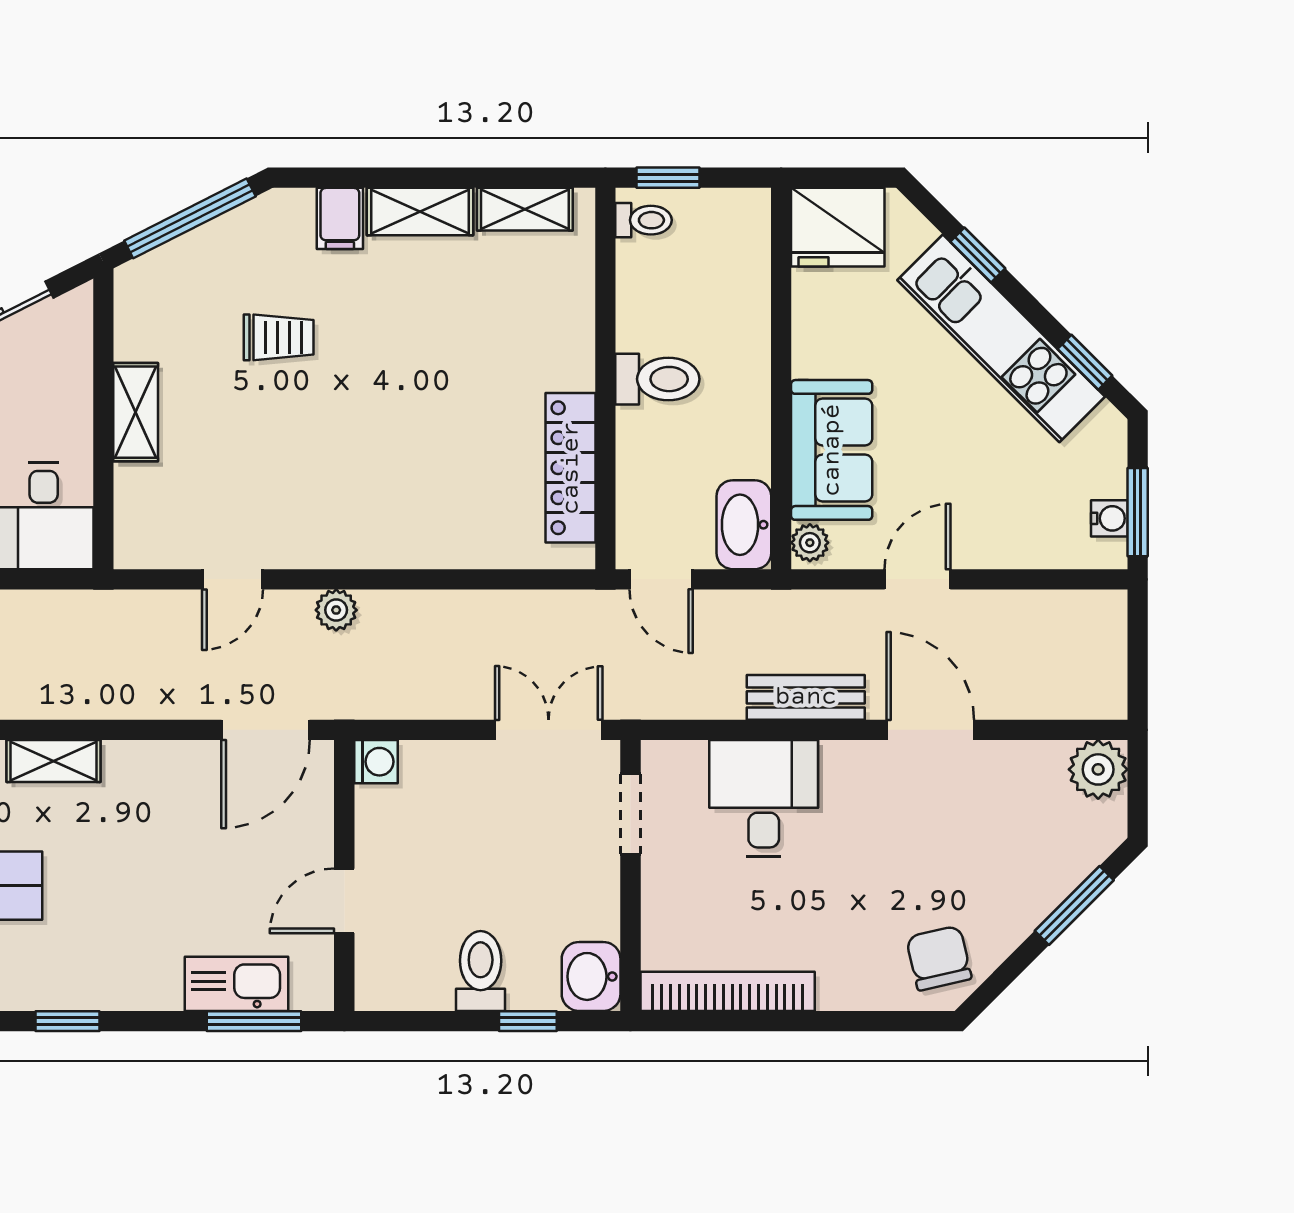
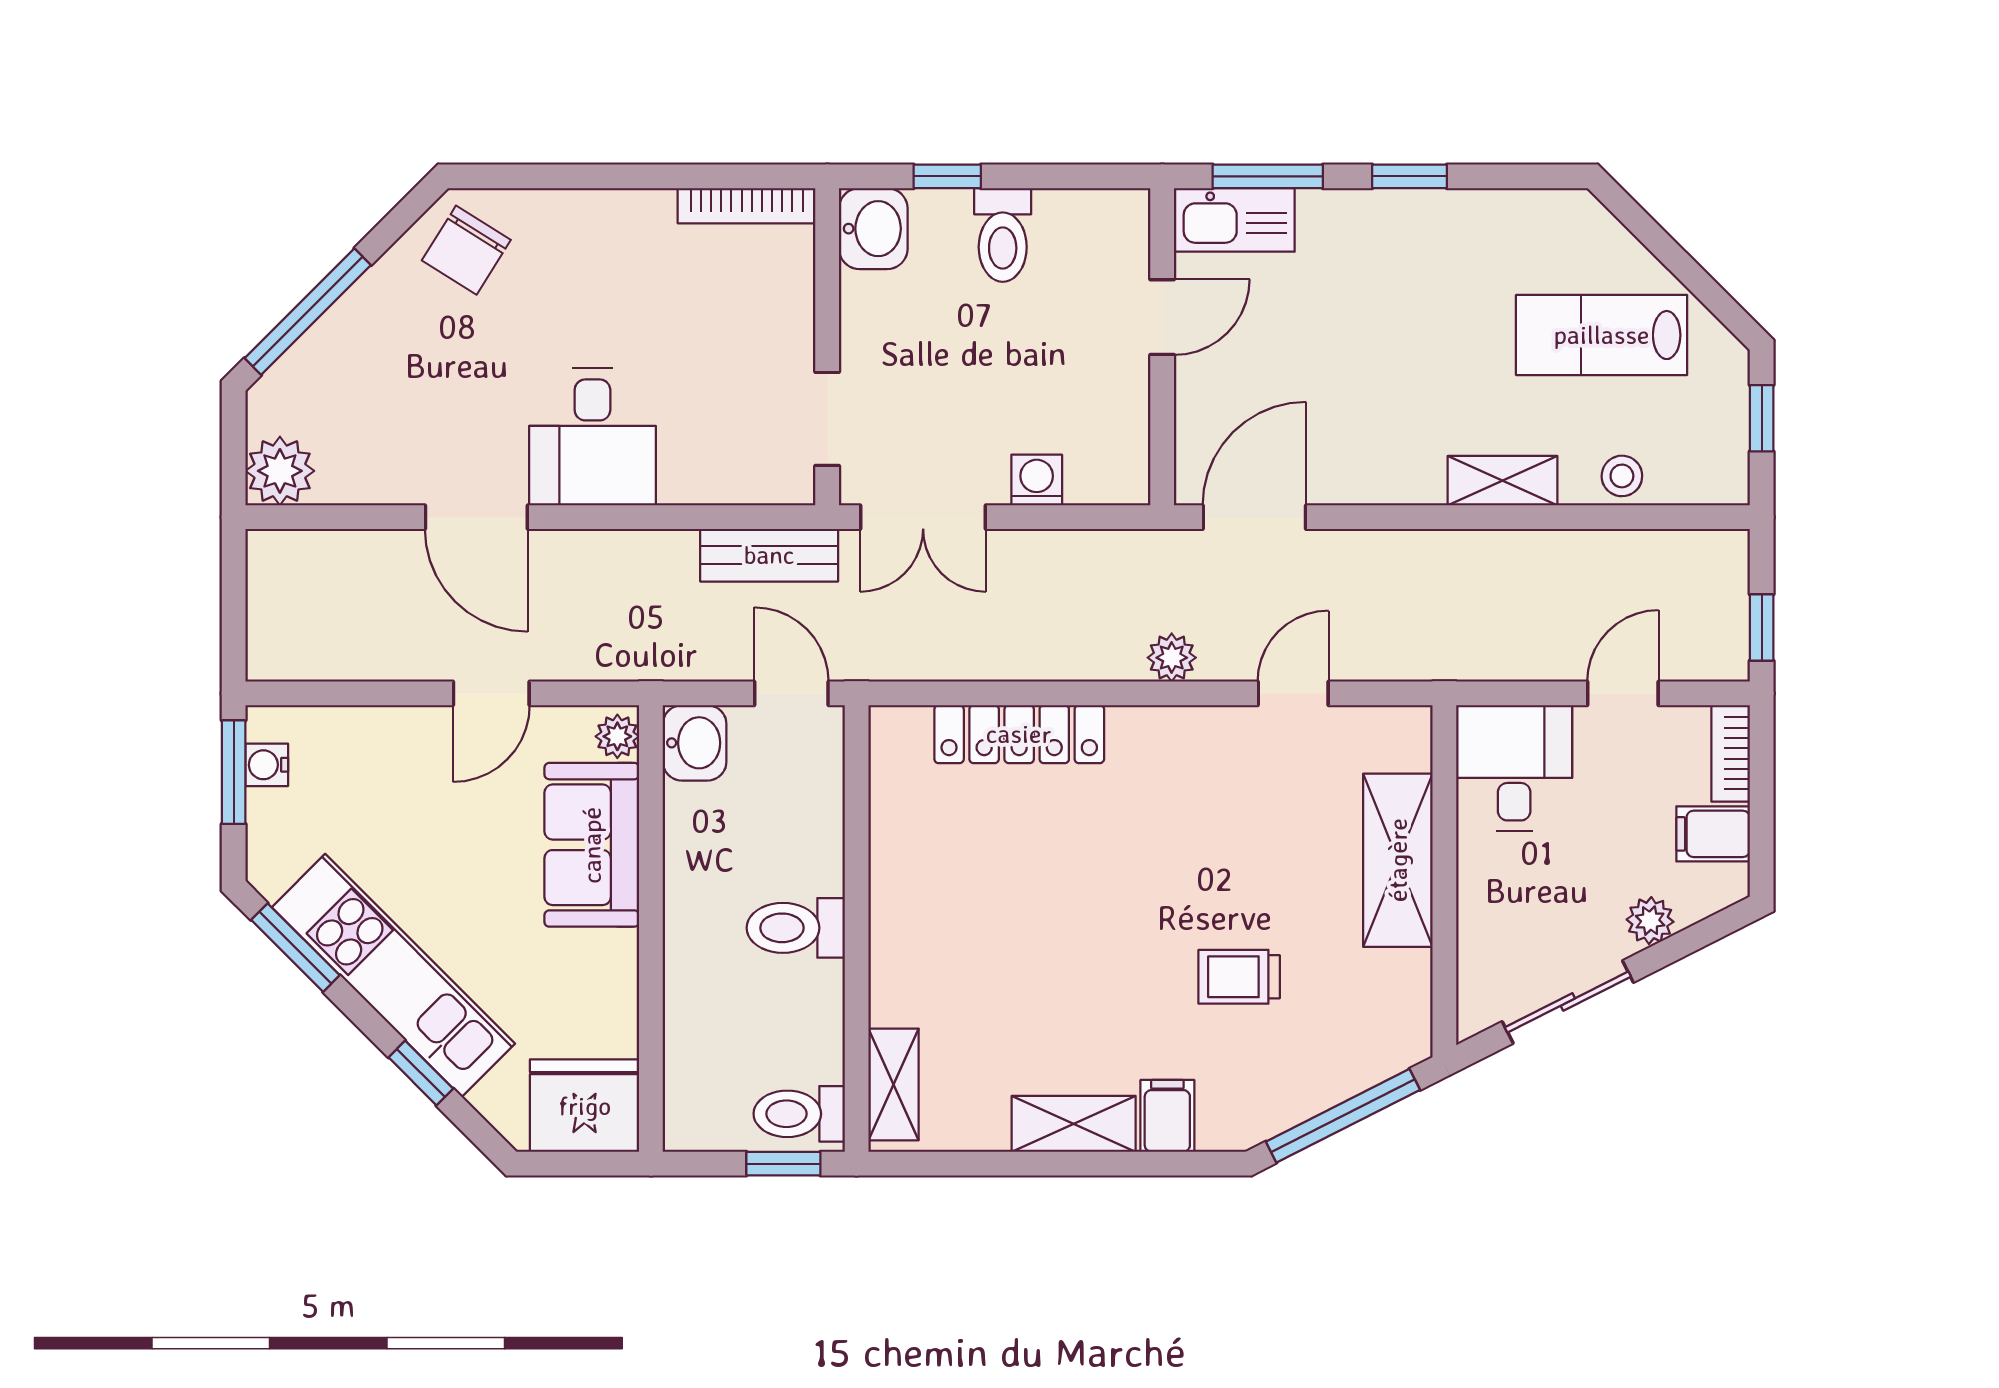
shelving: (525, 209) -> (894, 1084), moved, turned 90
toilet: (644, 220) -> (799, 1114), width x1.37, depth x1.39
window: (1085, 362) -> (295, 948), width x1.50
shelving: (136, 412) -> (1398, 860), width x1.50, depth x1.33
locker: (571, 468) -> (1019, 734), moved, turned 90
washbasin: (744, 525) -> (695, 743), width x0.72
bench: (806, 697) -> (769, 555), moved
washing machine: (376, 762) -> (1037, 480), moved, turned 90
desk: (764, 798) -> (592, 437), moved
window: (1074, 906) -> (308, 312), width x1.44
chair: (939, 958) -> (466, 250), turned 45
kitchen sink: (237, 984) -> (1234, 220), moved
bookcase: (728, 991) -> (747, 206), width x0.68, depth x0.76
window: (67, 1021) -> (1410, 176), moved

